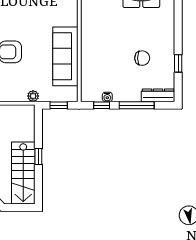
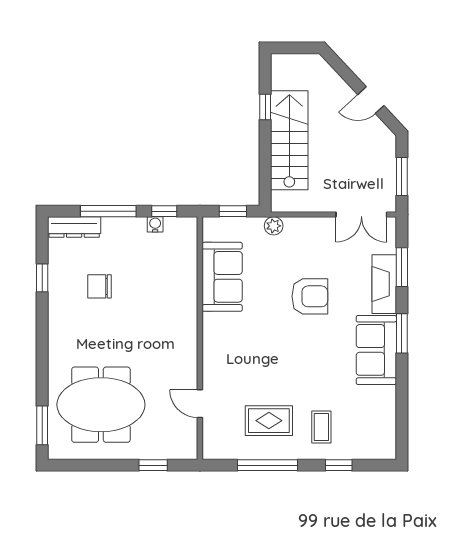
sofa: (65, 56) -> (222, 277), width x0.73
window: (38, 156) -> (265, 107), moved
stairs: (23, 173) -> (289, 140), moved

